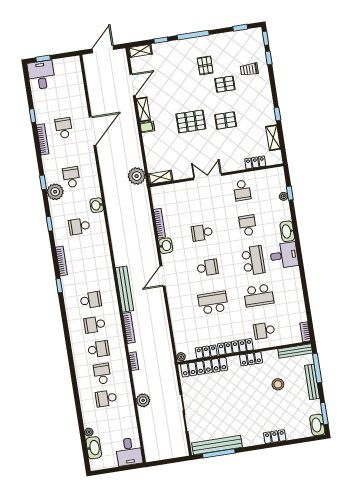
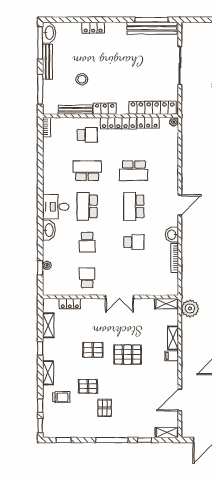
shelving: (266, 91) -> (48, 373), added
shelving: (143, 109) -> (173, 338), moved
school desk: (207, 268) -> (134, 206), width x1.85
bench: (295, 351) -> (75, 110), moved
bench: (312, 382) -> (47, 62), moved
window: (324, 414) -> (40, 43), width x1.44

